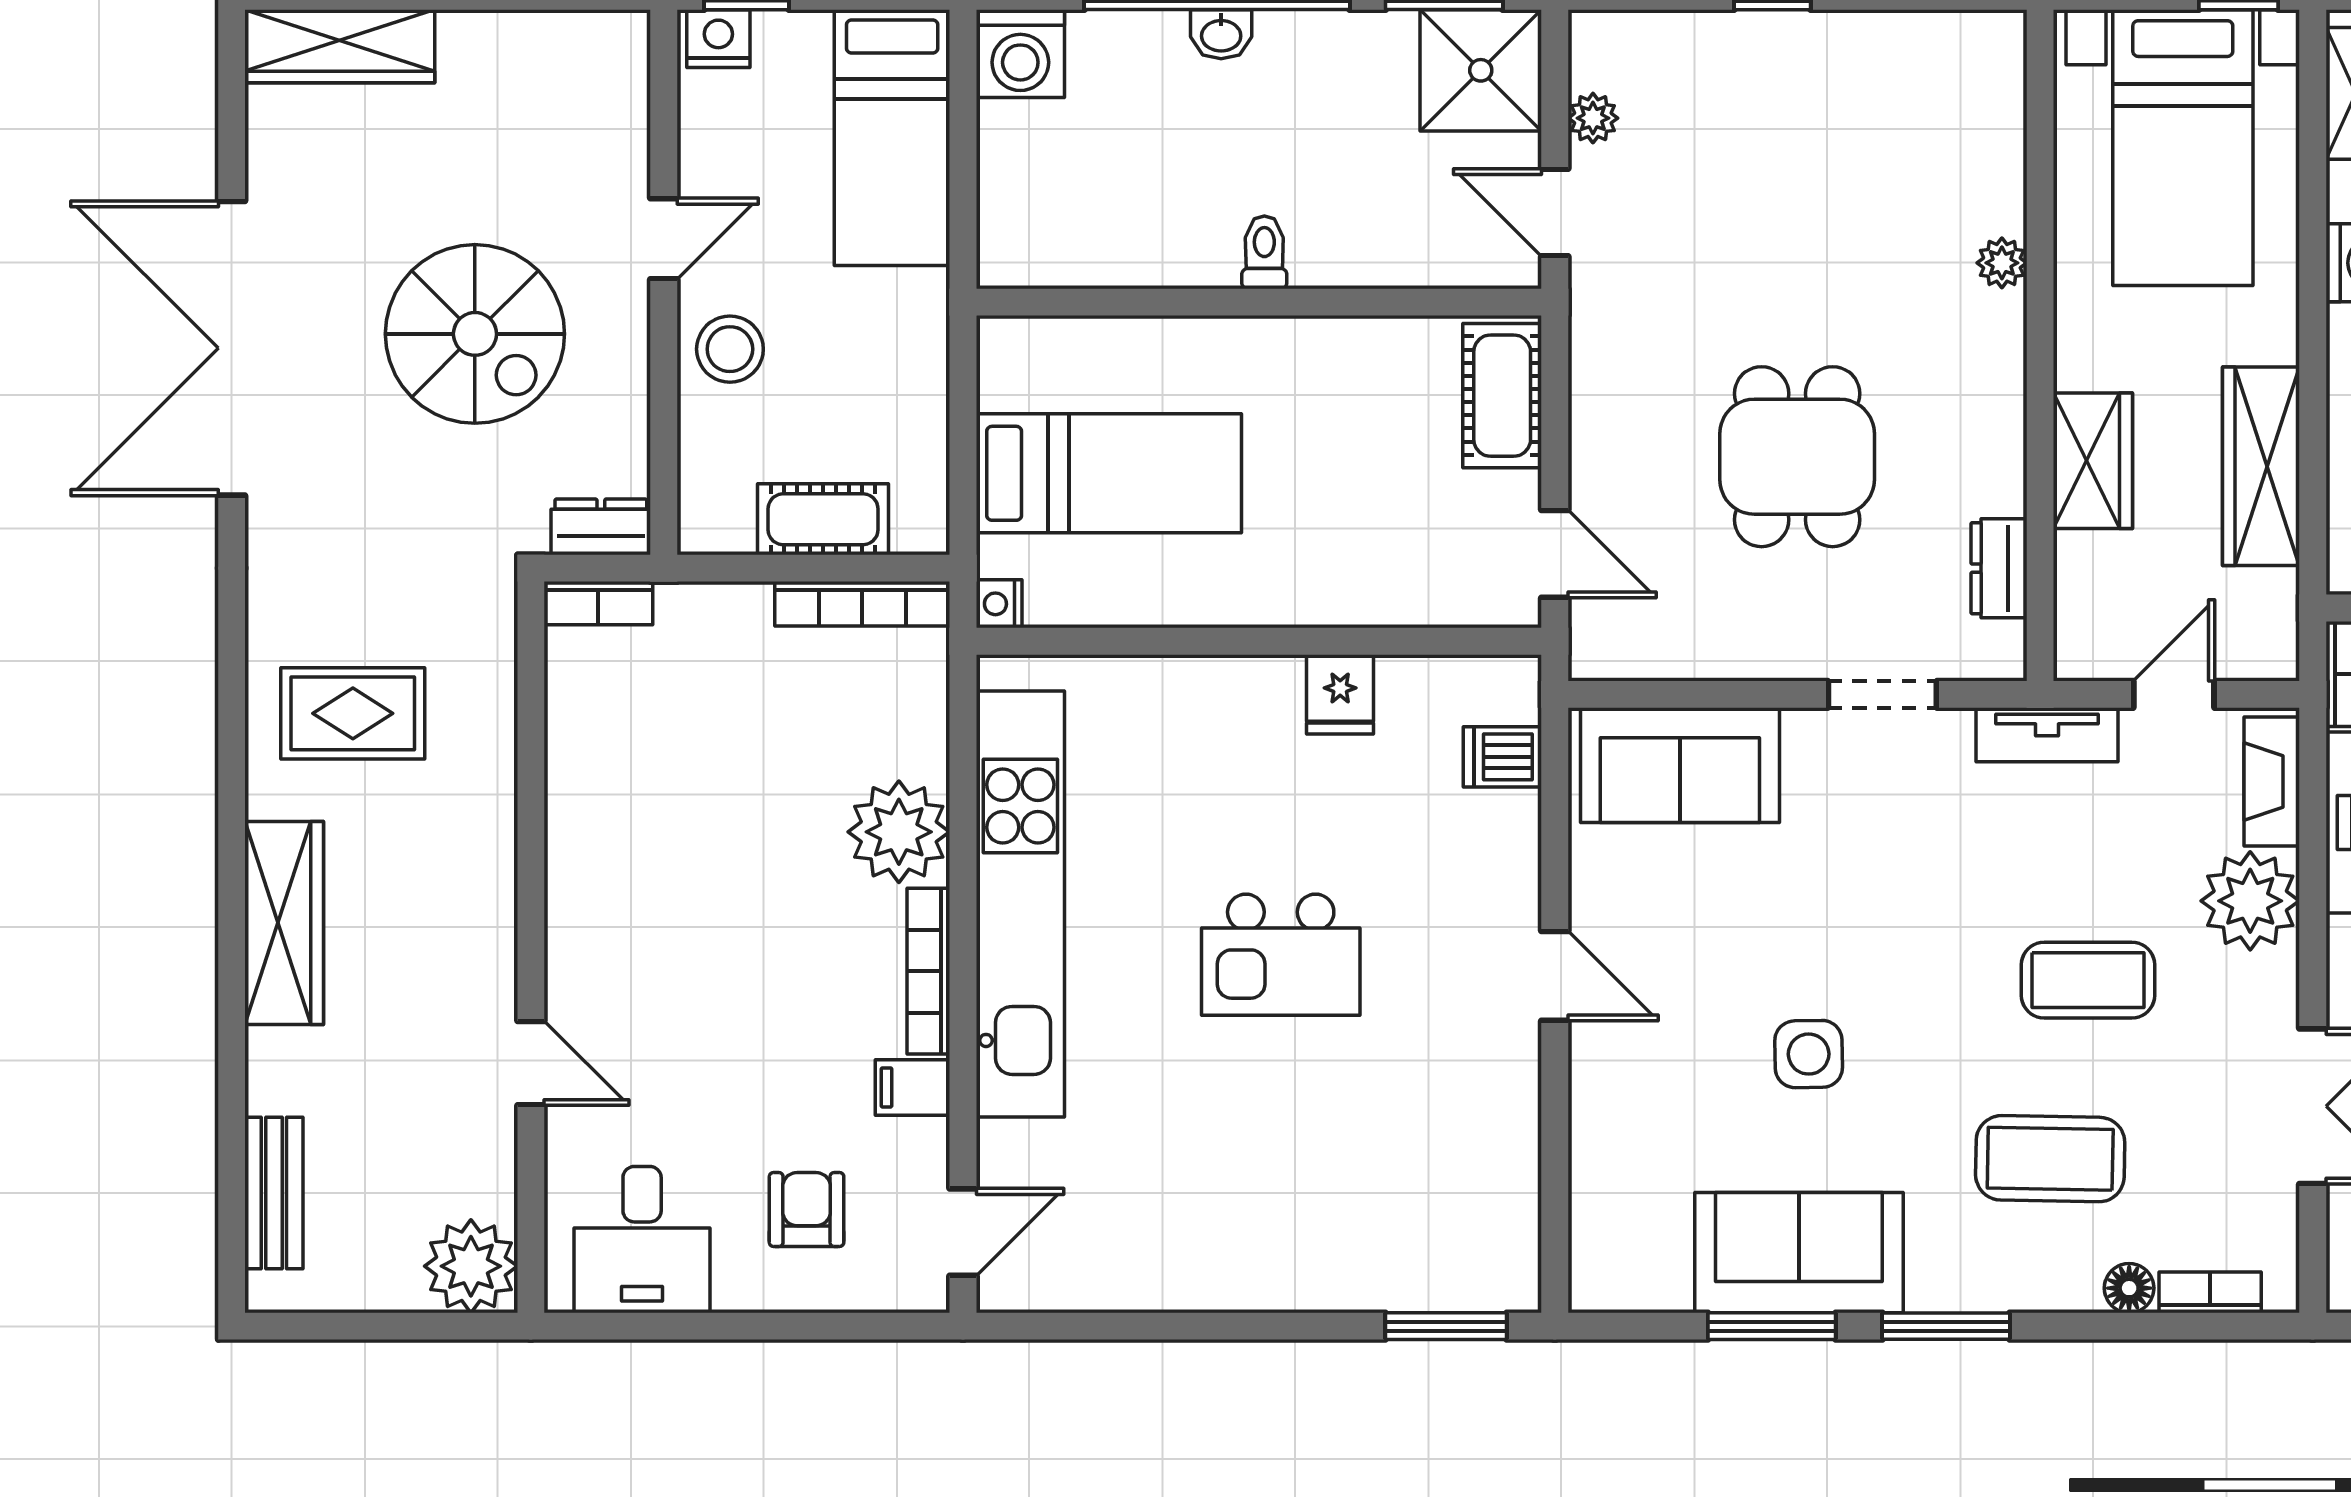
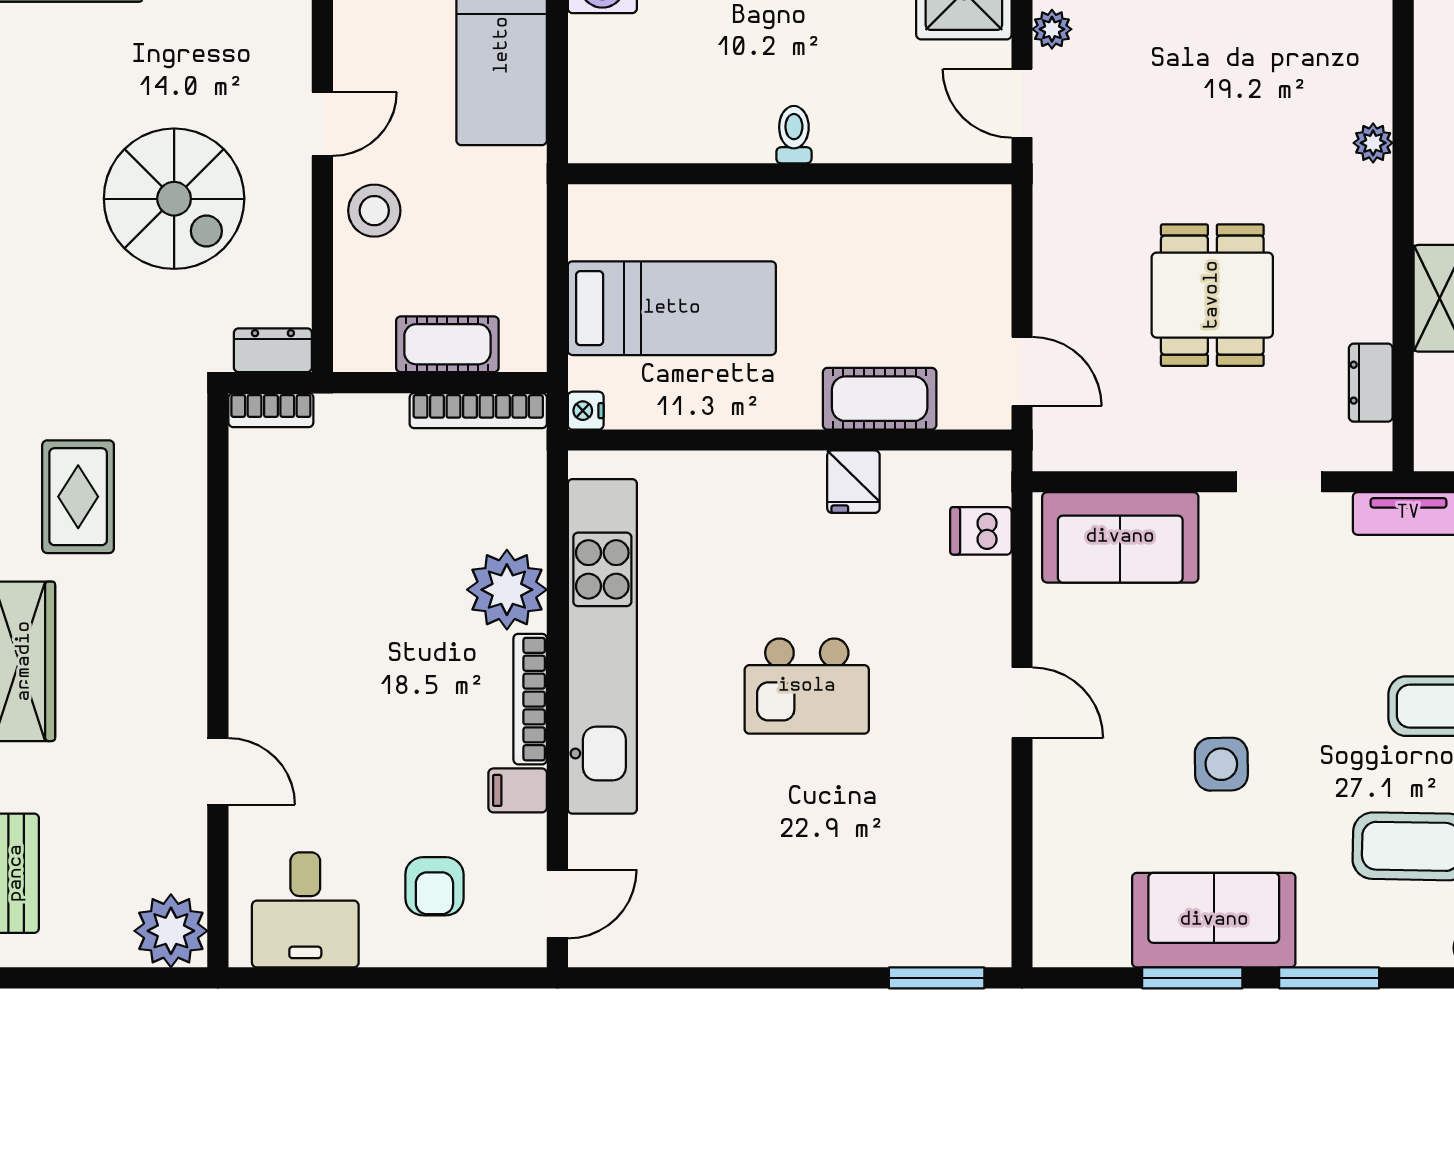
cot: (1502, 396) -> (880, 399), moved, turned 90
rug: (353, 713) -> (78, 497), turned 90
armchair: (807, 1210) -> (434, 886), turned 180

